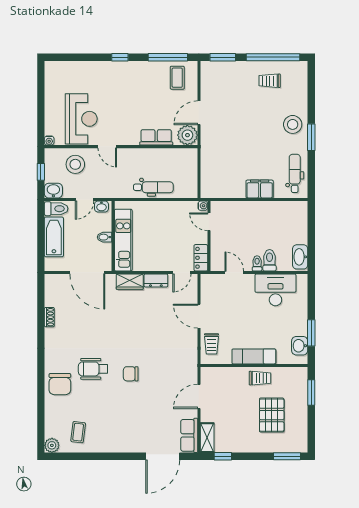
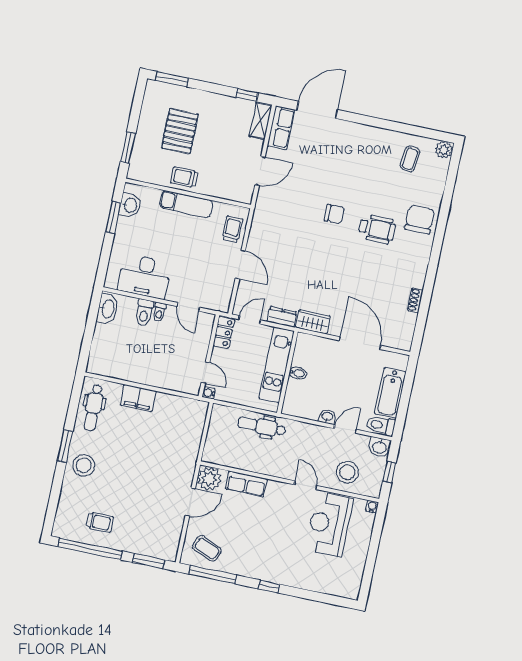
coffee table: (177, 78) -> (207, 548), turned -66
wall: (113, 236) -> (287, 372), moved
bidet: (105, 237) -> (298, 373), moved
kitchen unit: (123, 240) -> (277, 365), moved

